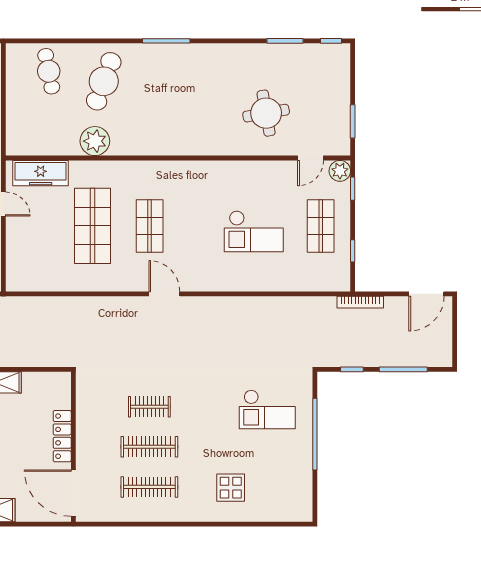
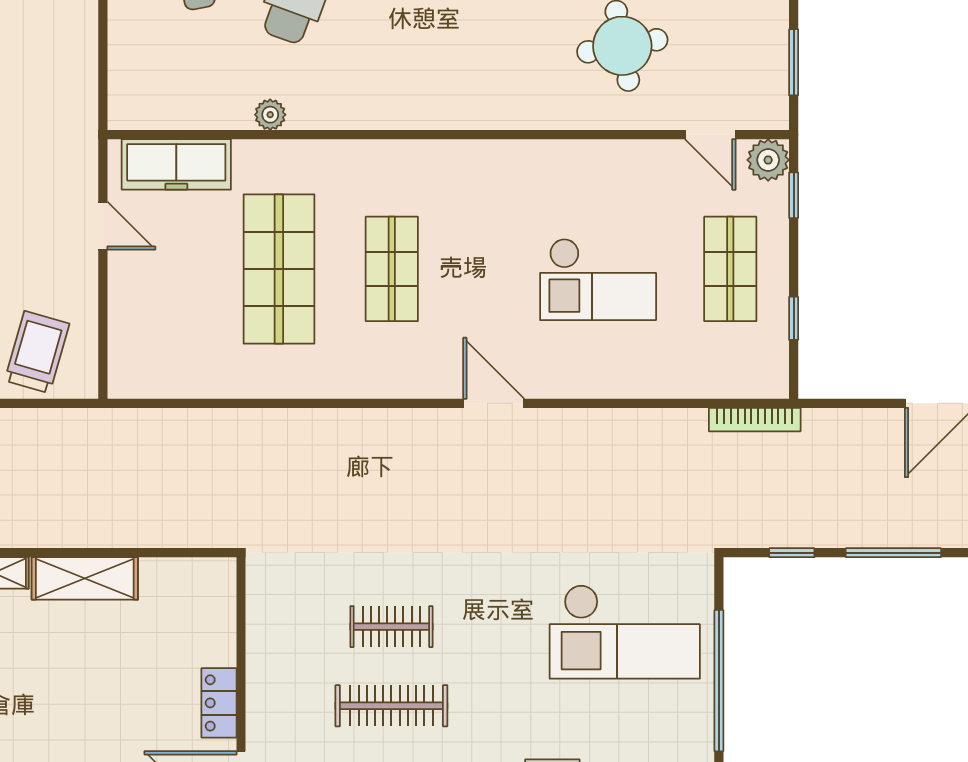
plant: (95, 141) -> (270, 115), width x0.53, depth x0.53
door: (311, 158) -> (710, 135), hinge flipped
door: (164, 294) -> (494, 403), moved
bookcase: (360, 302) -> (755, 420), moved
checkout: (267, 409) -> (625, 632), width x1.36, depth x1.21
locker: (62, 436) -> (219, 703), width x0.66

